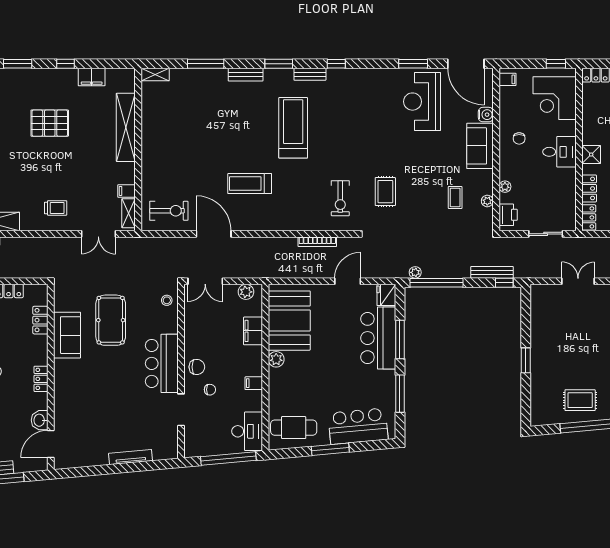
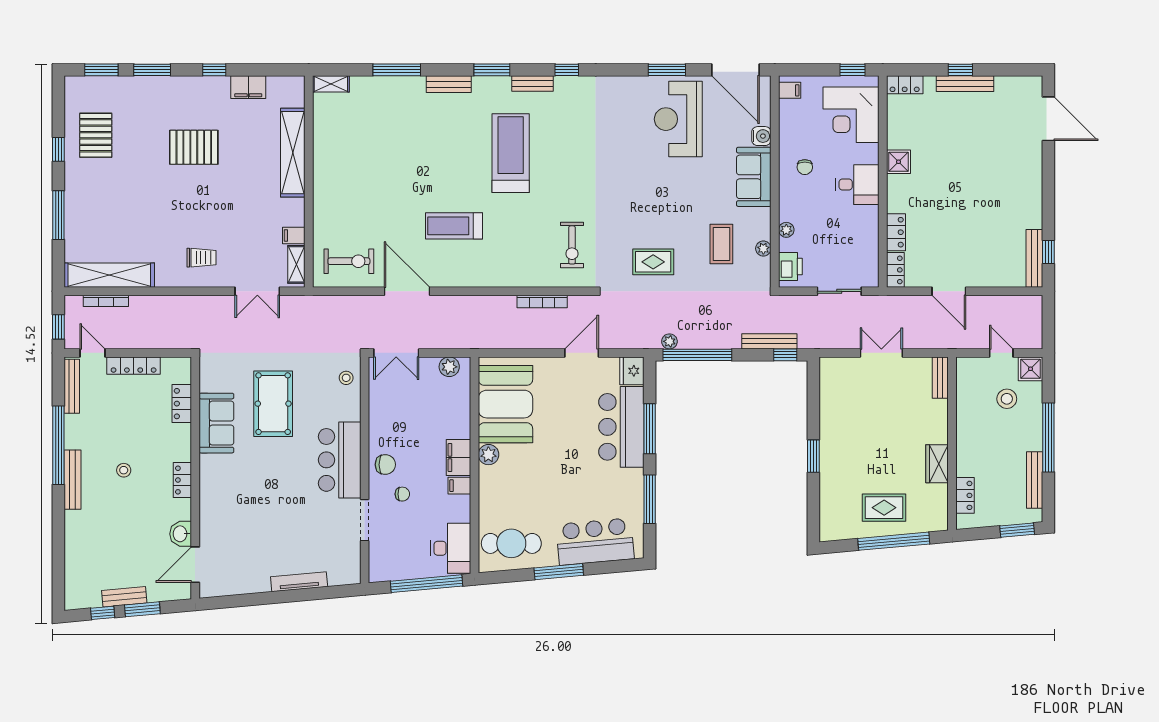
shower: (591, 155) -> (898, 162), moved
rug: (385, 192) -> (653, 262), moved, turned 90
coffee table: (455, 198) -> (721, 244), width x1.36, depth x1.30
filing cabinet: (253, 331) -> (458, 458), moved

